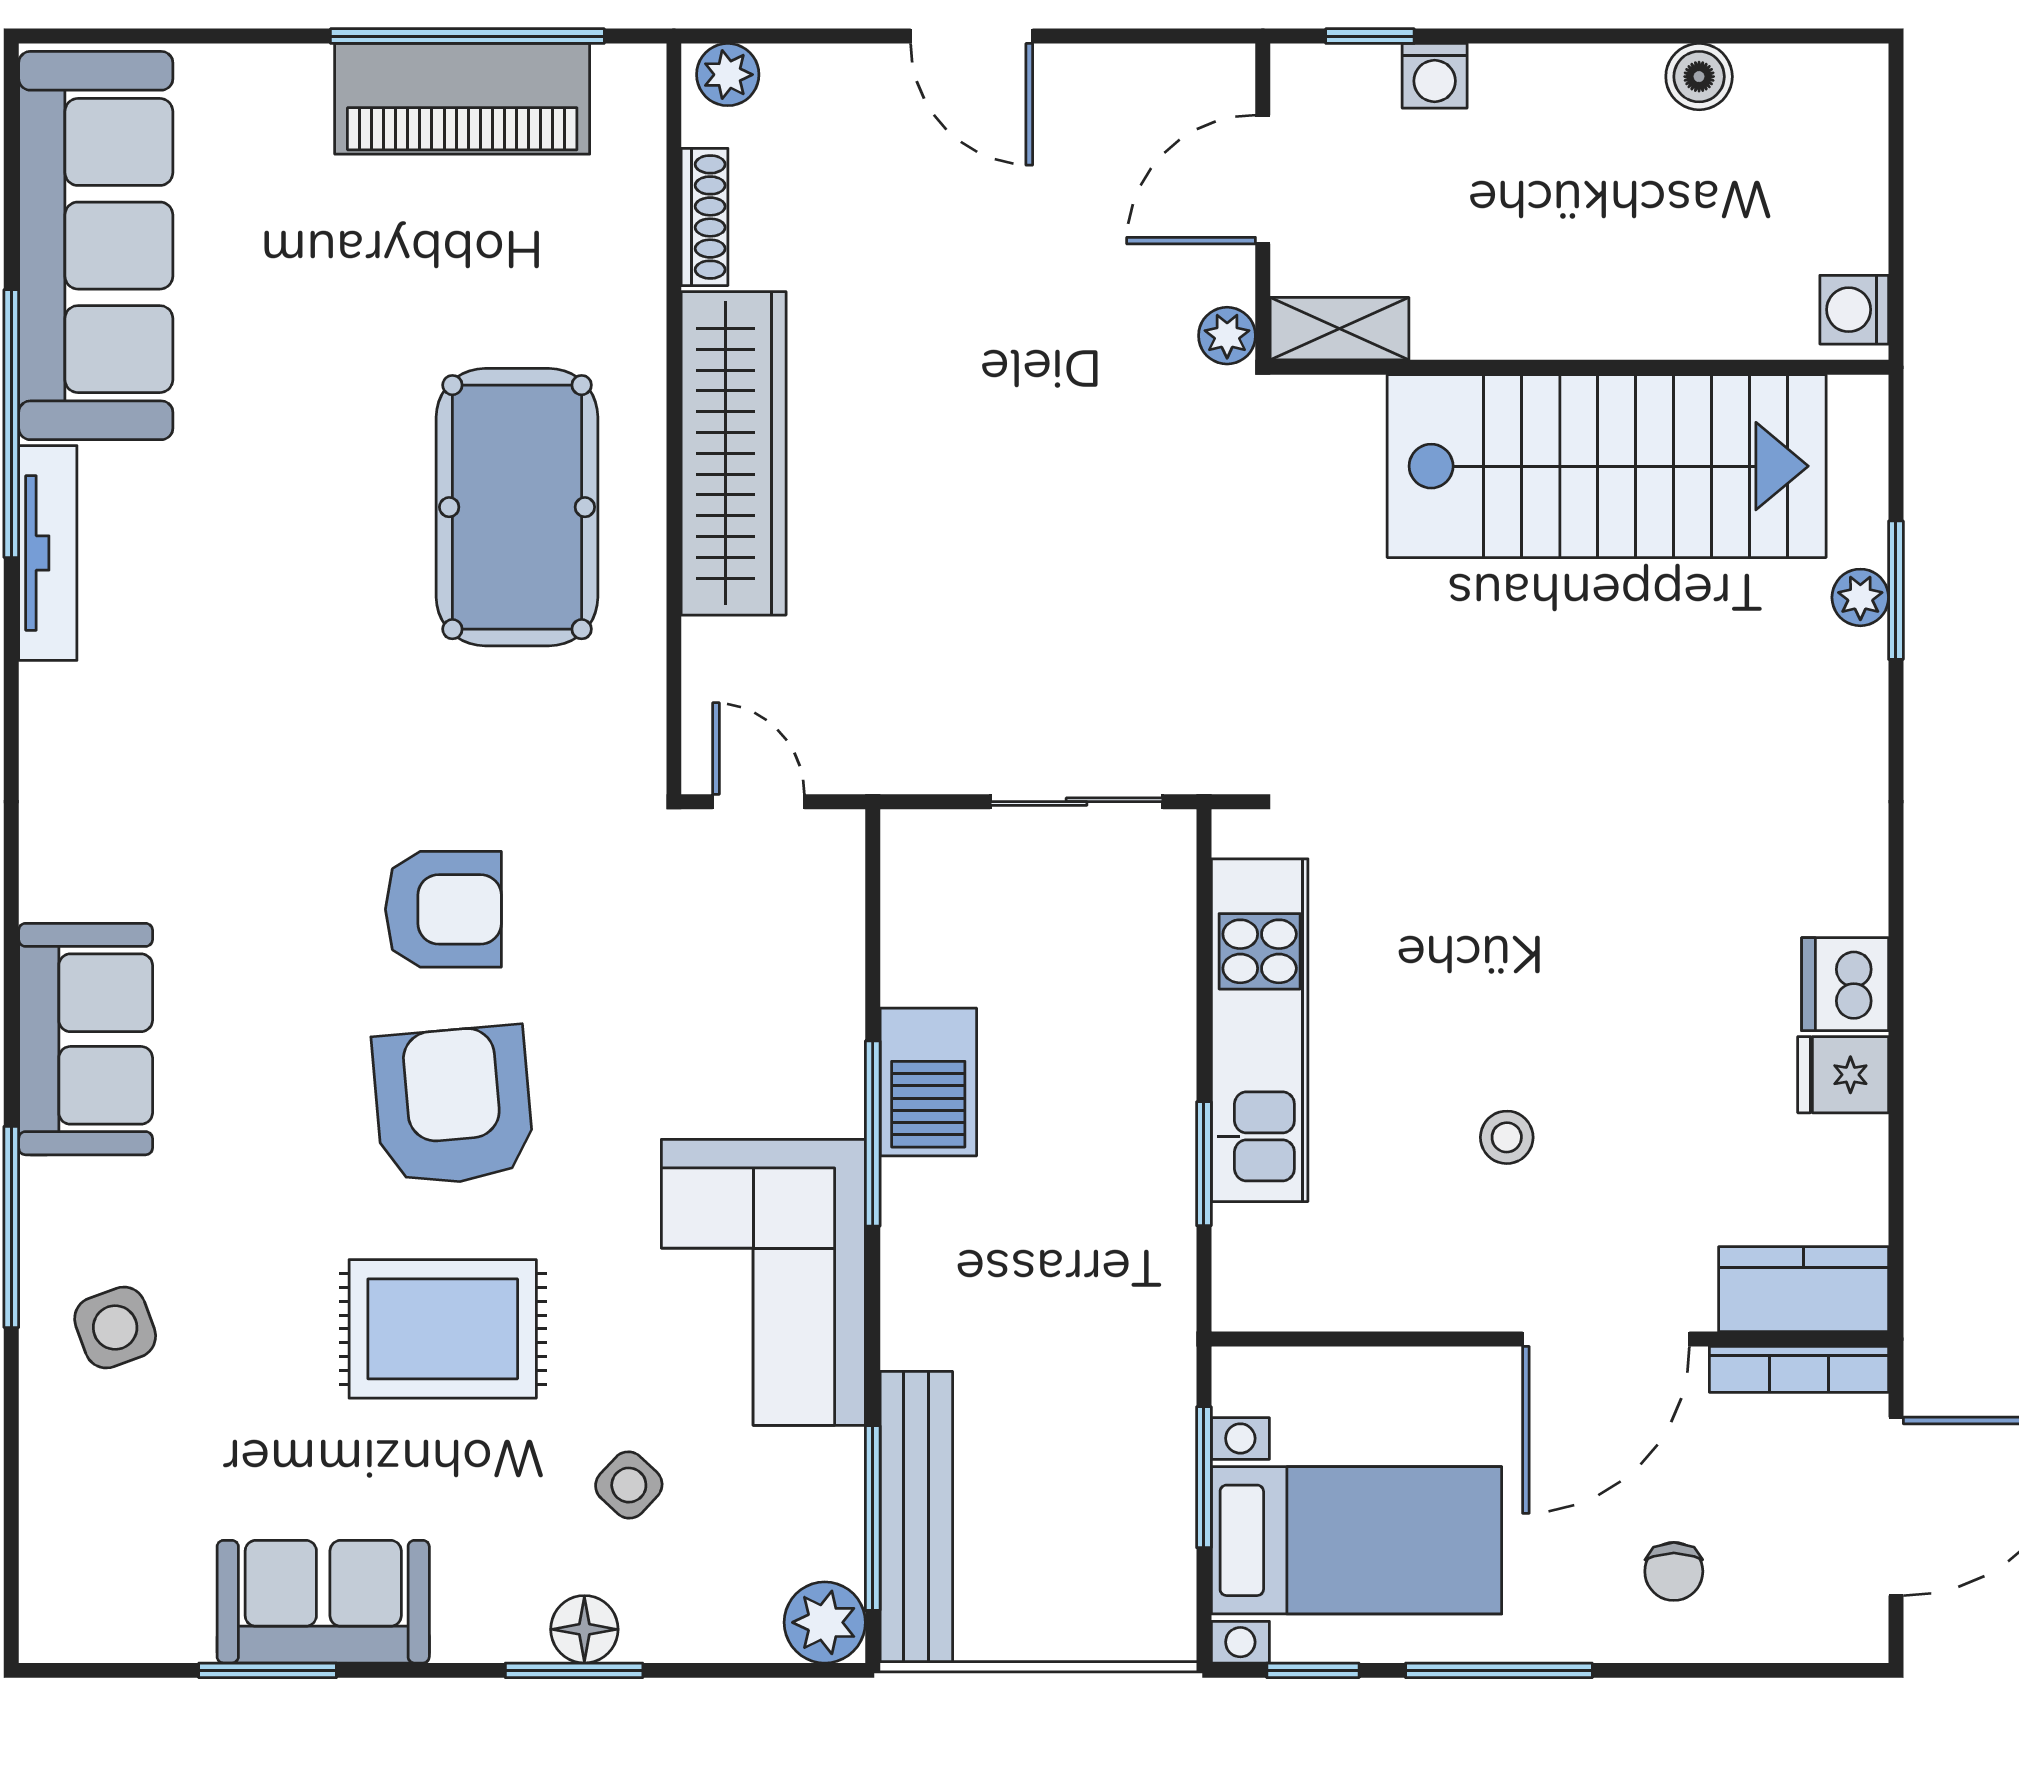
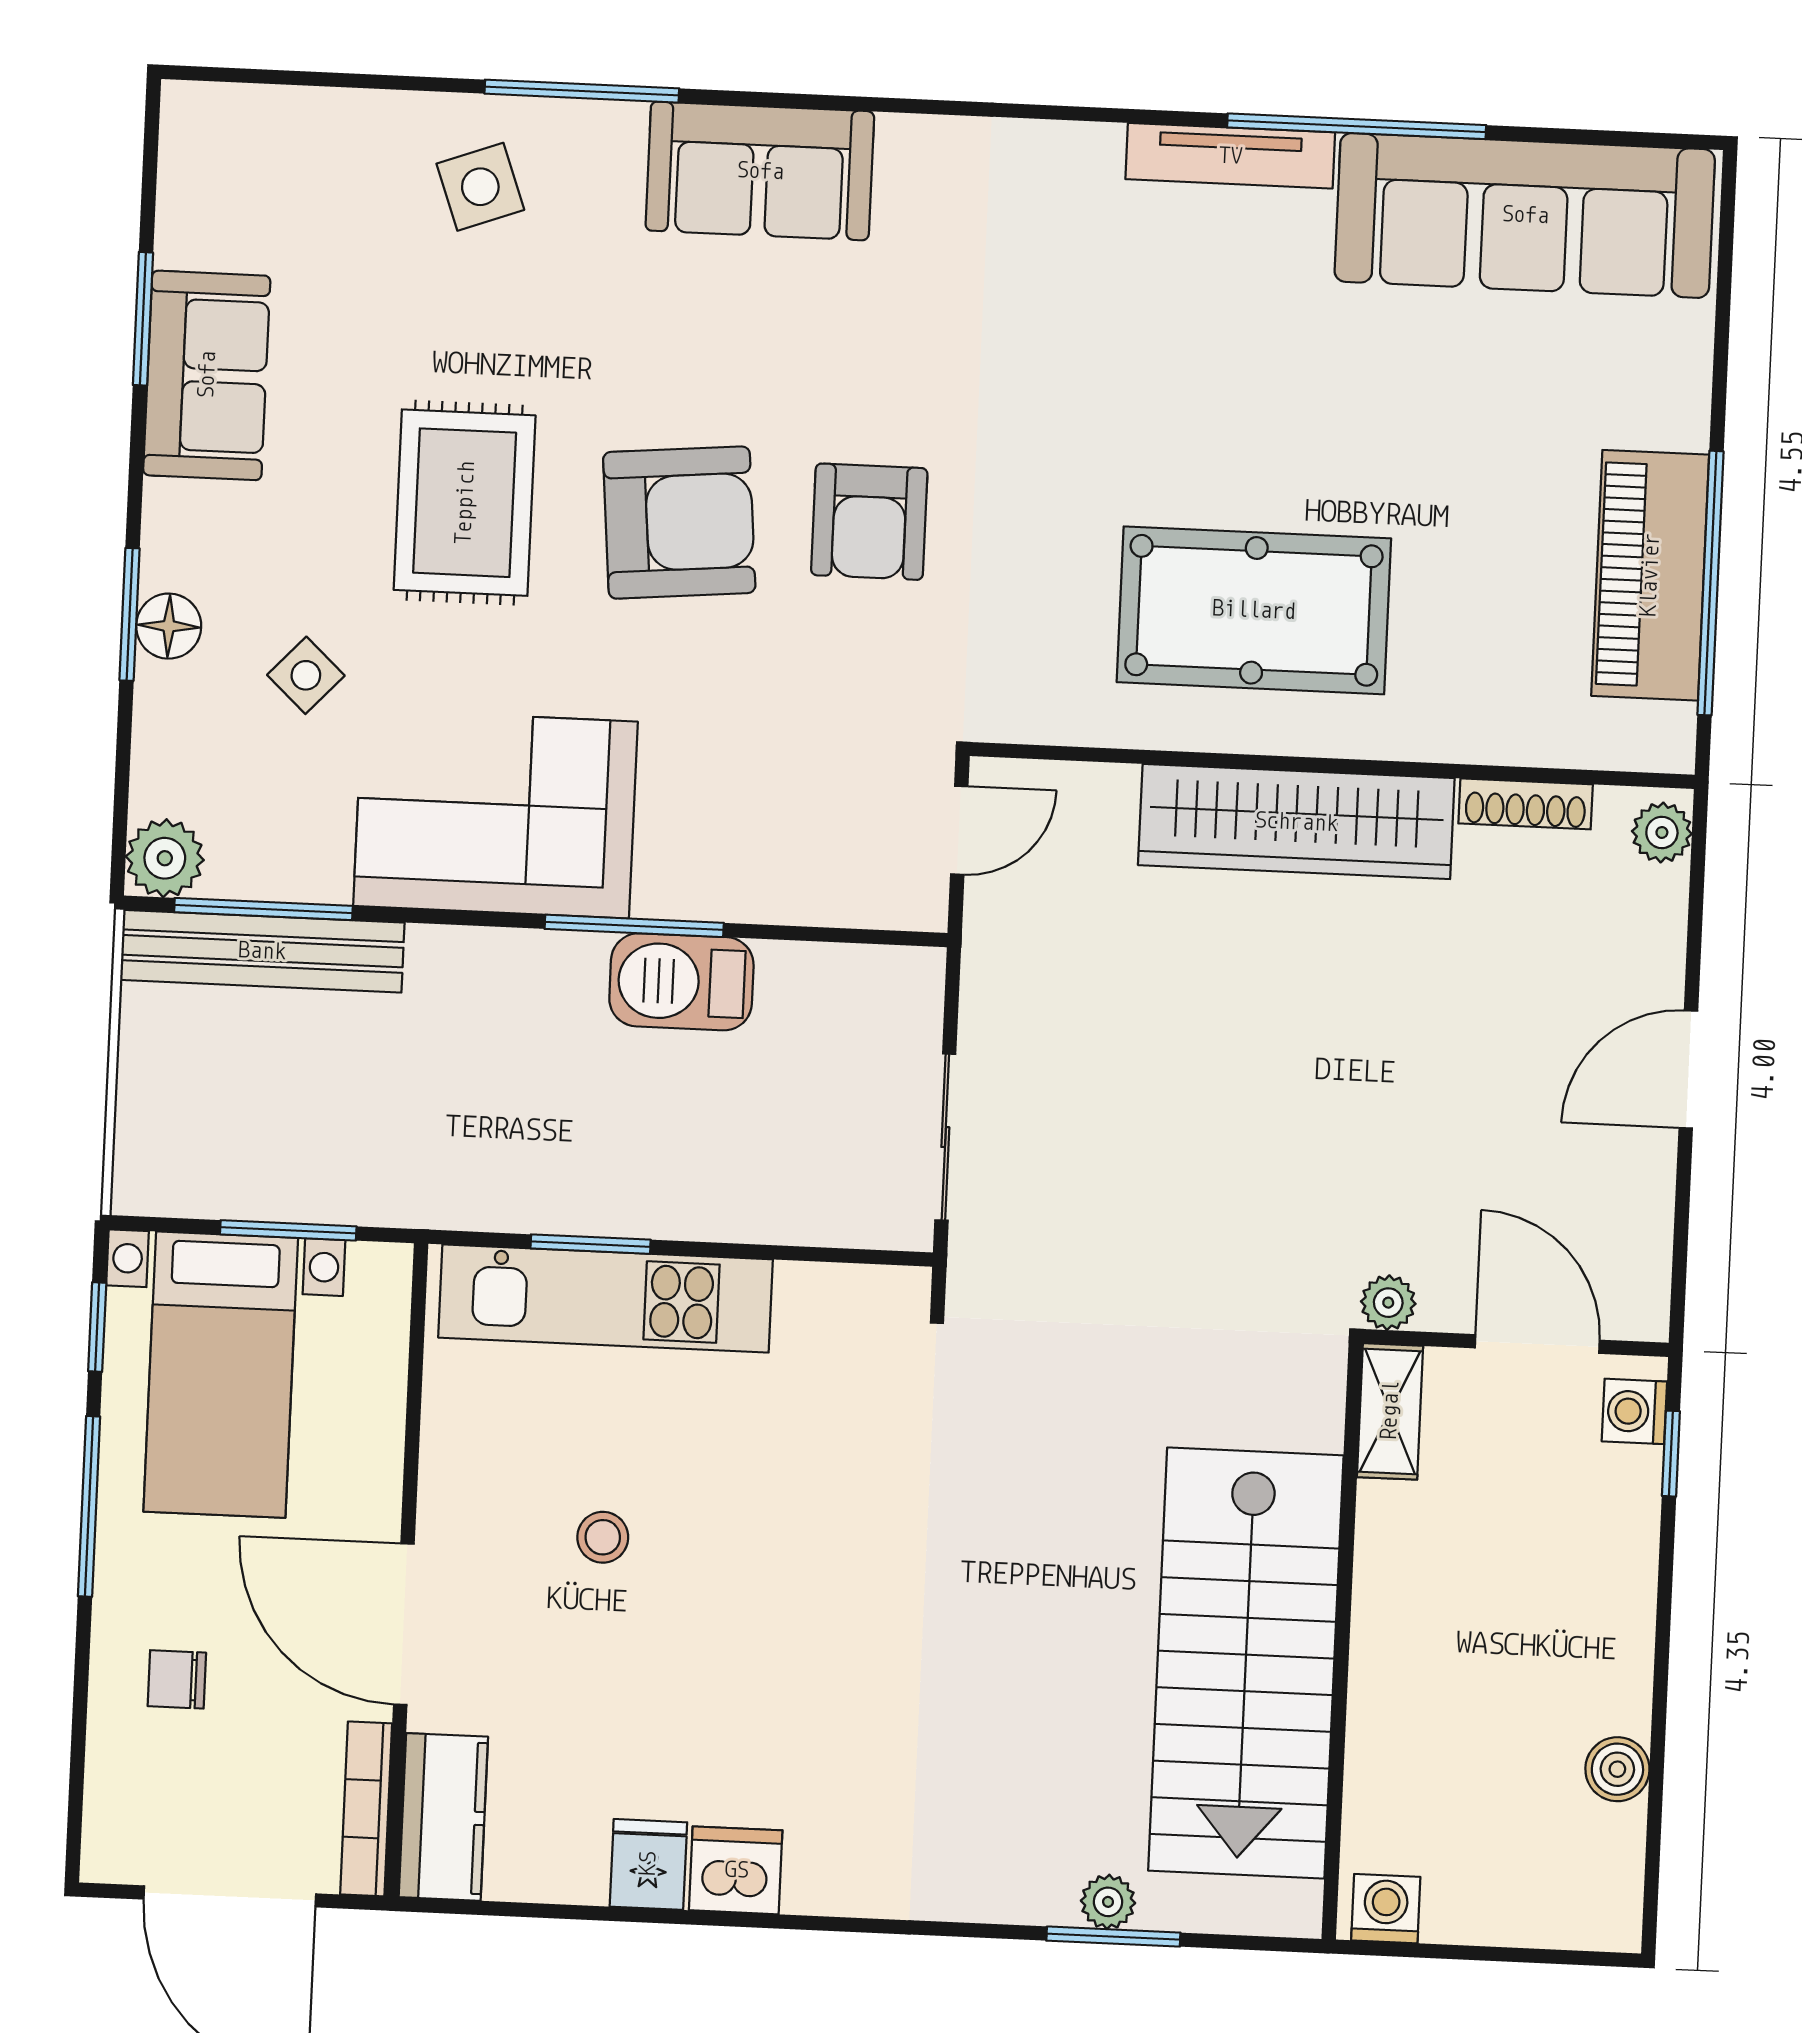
washing machine: (1435, 76) -> (1634, 1411), moved
kitchen unit: (1260, 1030) -> (606, 1299), moved

